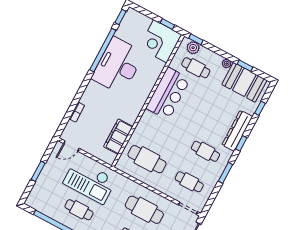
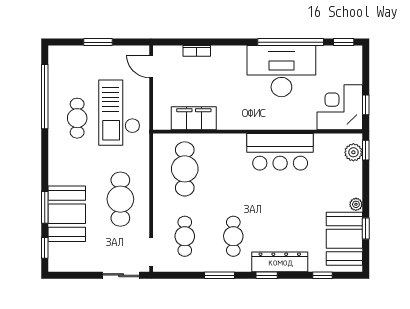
cafe table: (196, 68) -> (330, 169), removed

